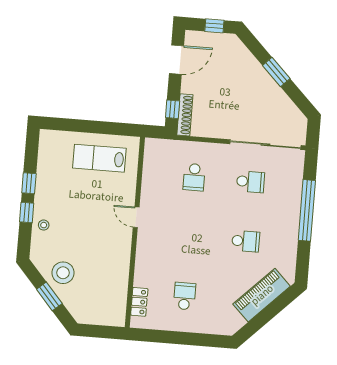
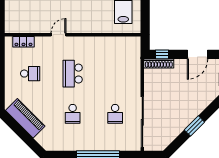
door: (177, 60) -> (198, 54), hinge flipped
school desk: (194, 177) -> (73, 74), moved, width x1.85
door: (136, 217) -> (59, 35), moved
piano: (262, 295) -> (25, 118), moved

